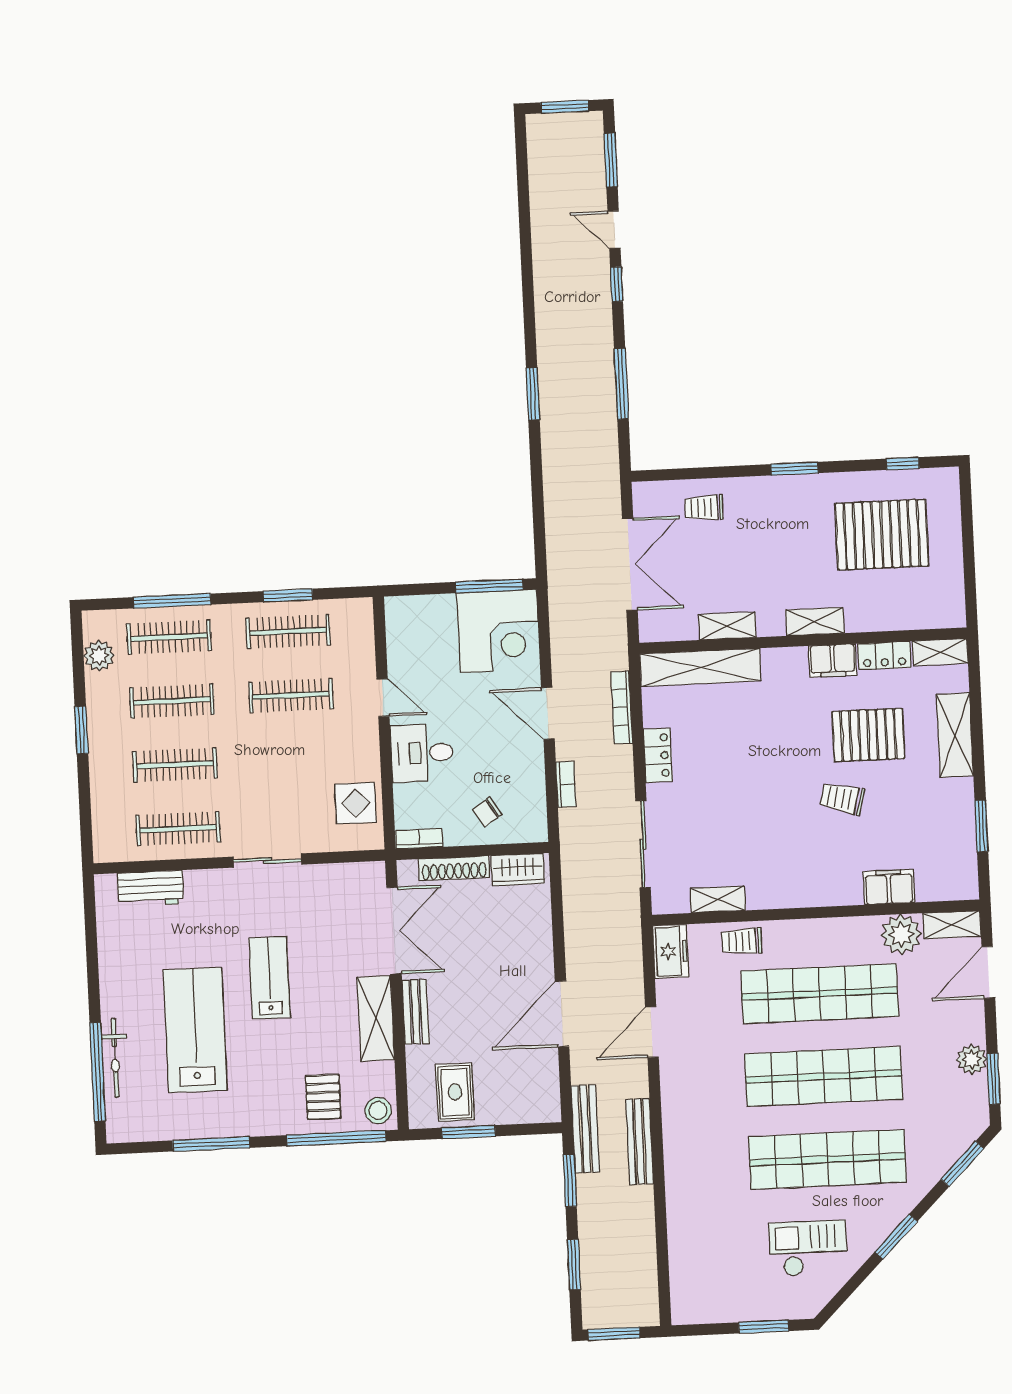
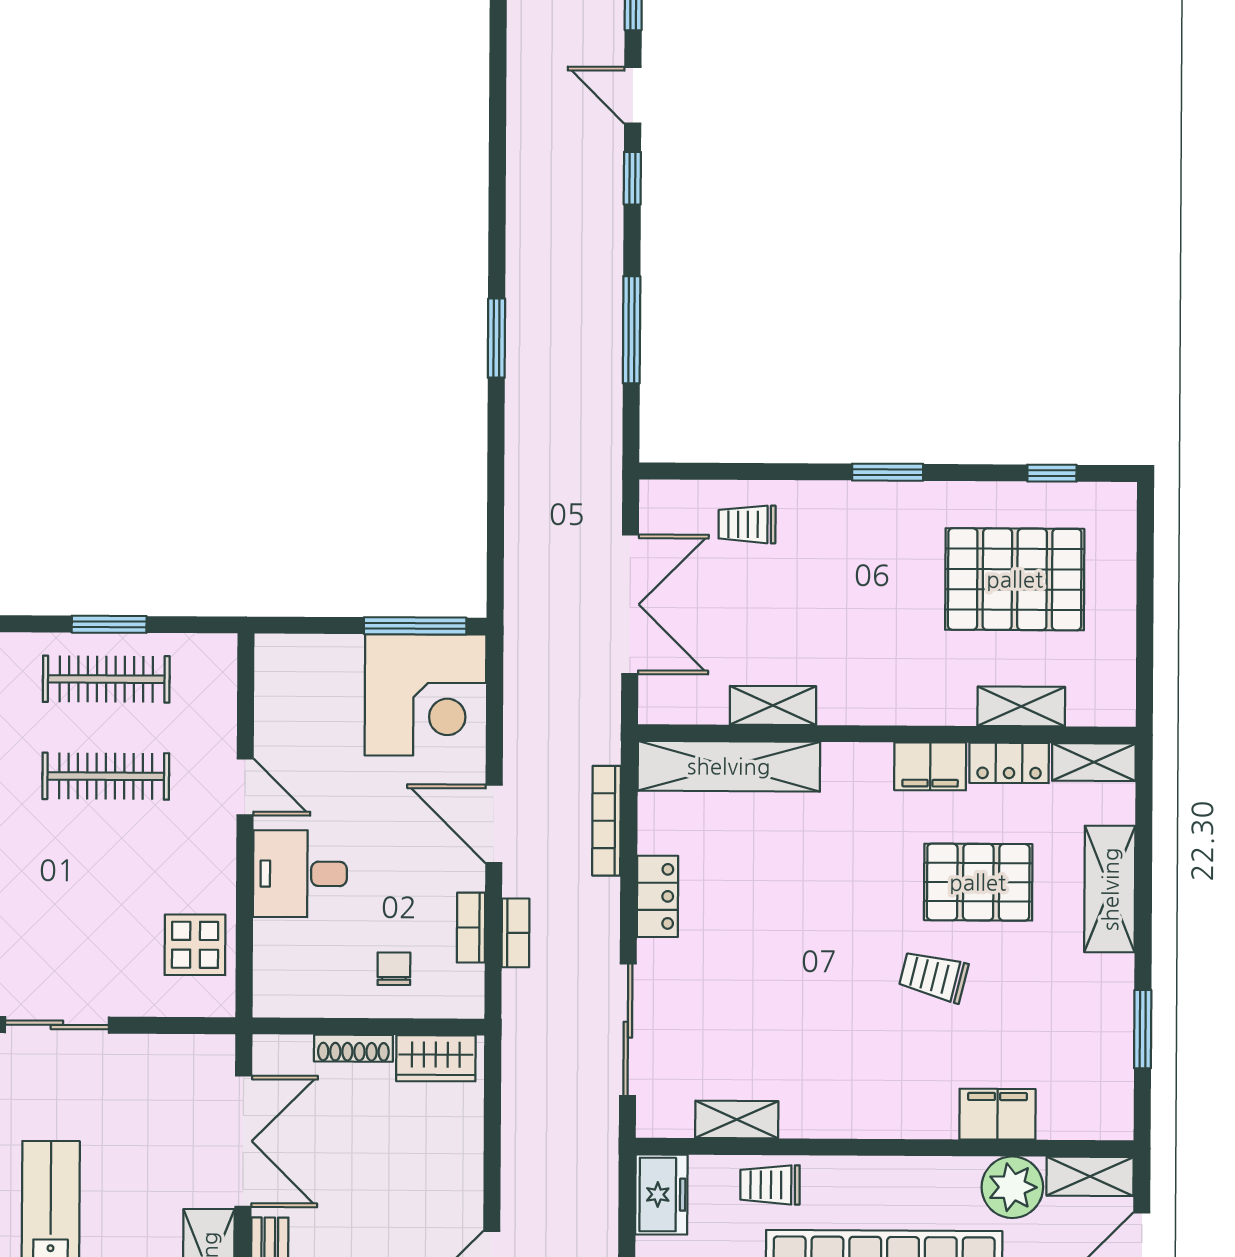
shelving: (815, 622) -> (1021, 706), moved
chair: (487, 812) -> (394, 969), turned 123
bookcase: (419, 839) -> (471, 928), moved, turned -90
shoe rack: (454, 868) -> (353, 1048), width x0.74, depth x0.81

